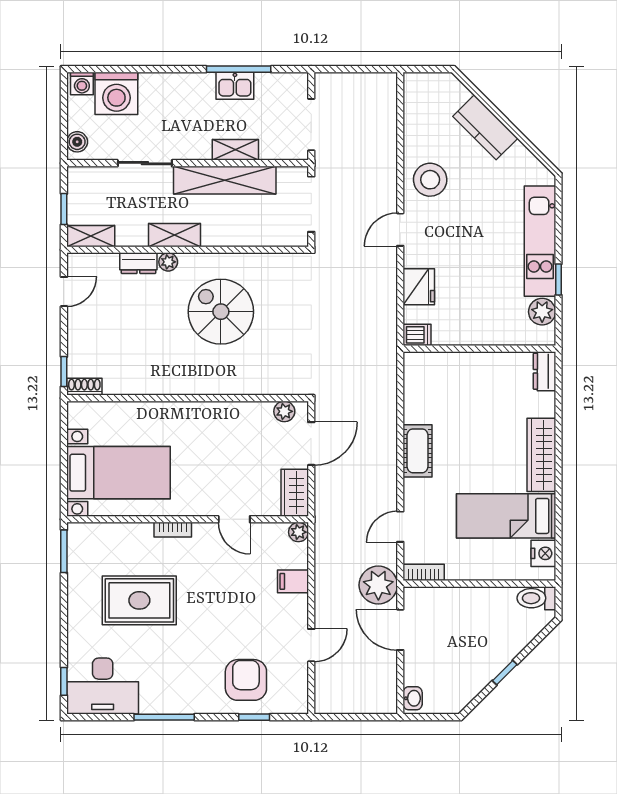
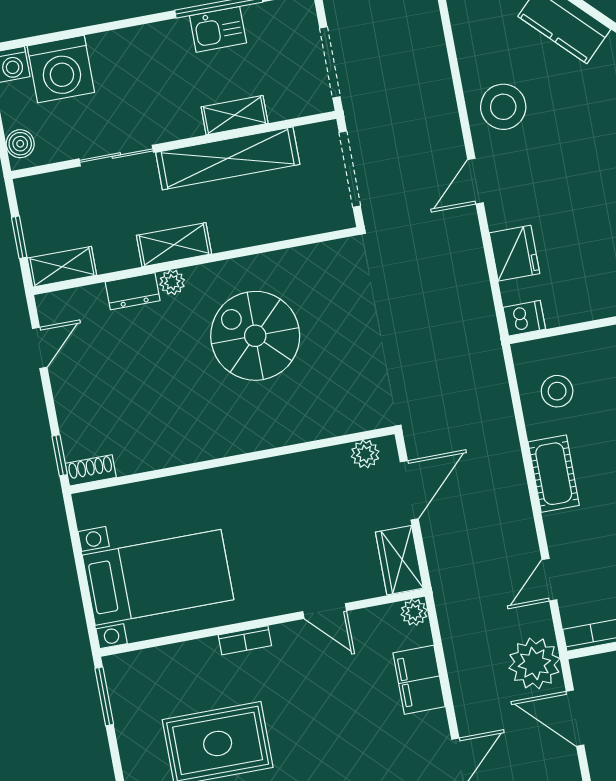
stool: (431, 392) -> (557, 391), added
filing cabinet: (293, 581) -> (419, 680), width x2.00

